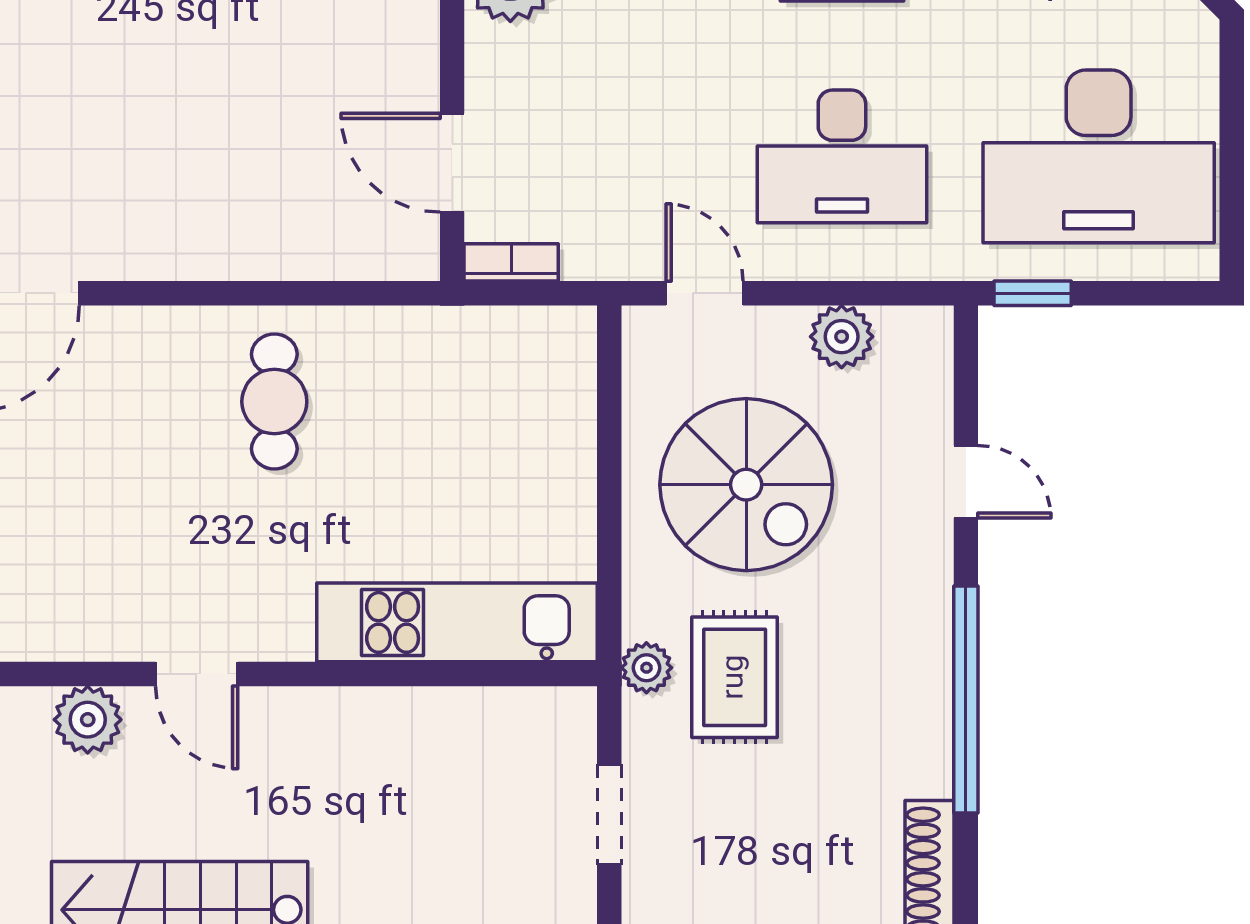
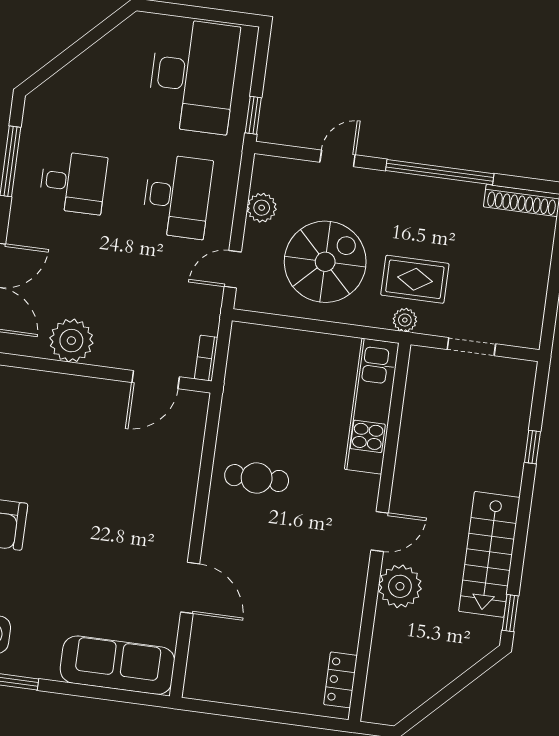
plant: (88, 720) -> (400, 586), width x1.36, depth x1.36

